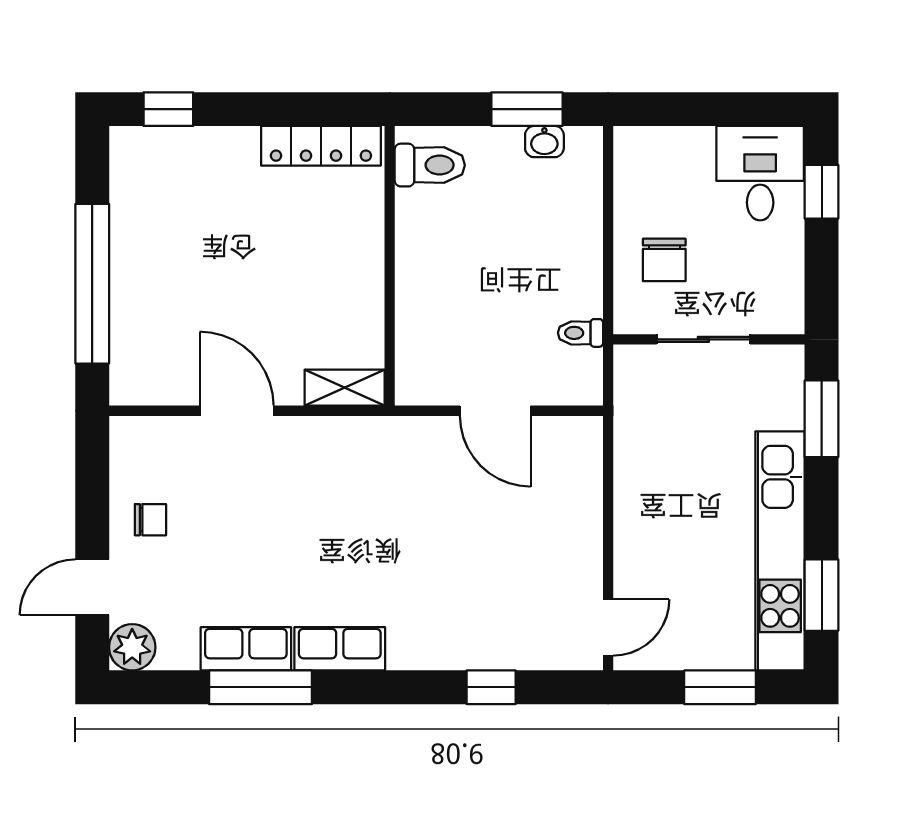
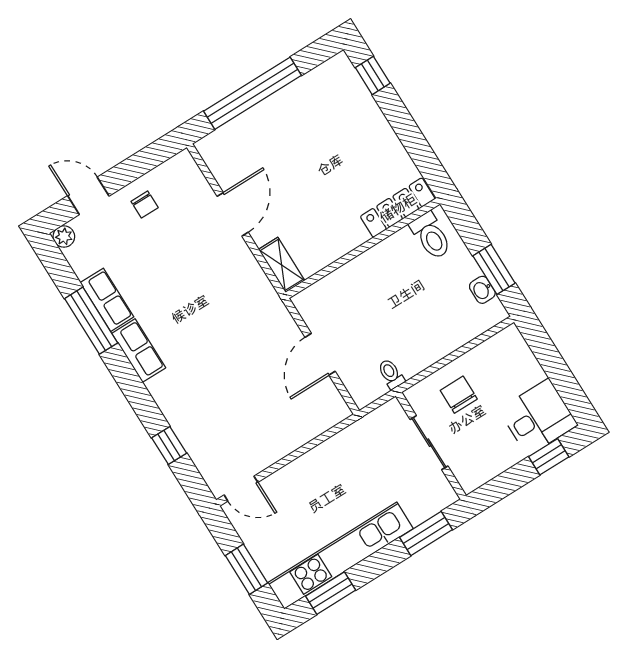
locker: (321, 146) -> (398, 208), moved, turned 90
chair: (664, 260) -> (459, 395), turned 90
plant: (132, 647) -> (64, 236), width x0.73, depth x0.73

